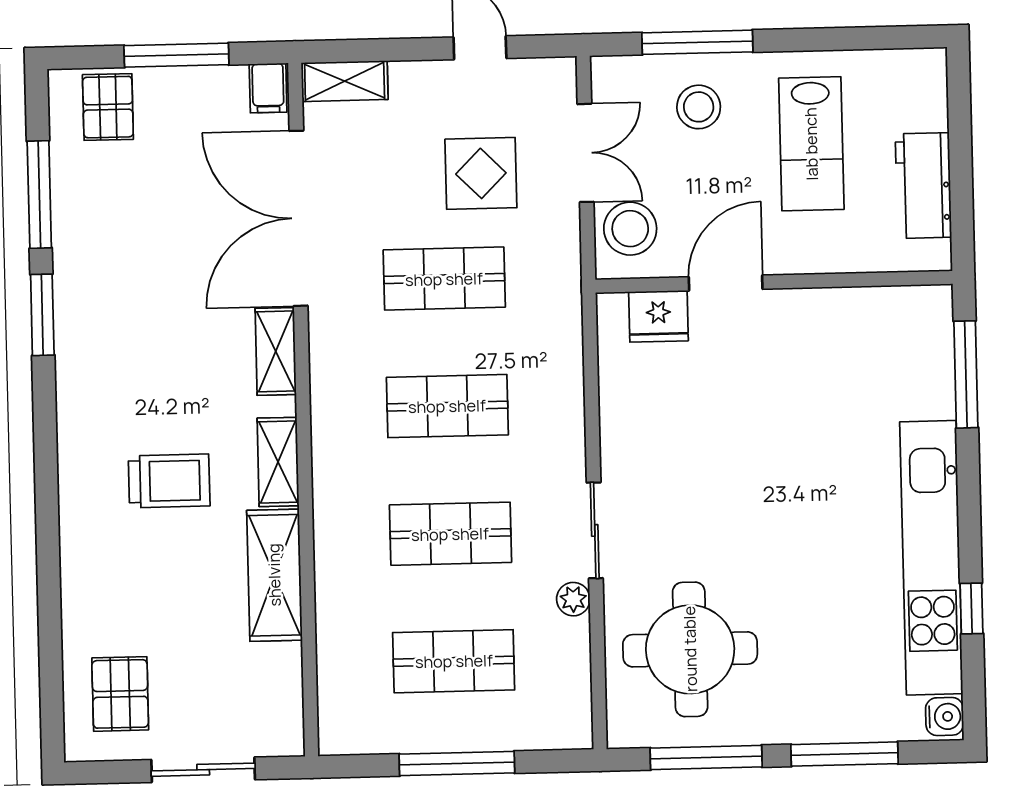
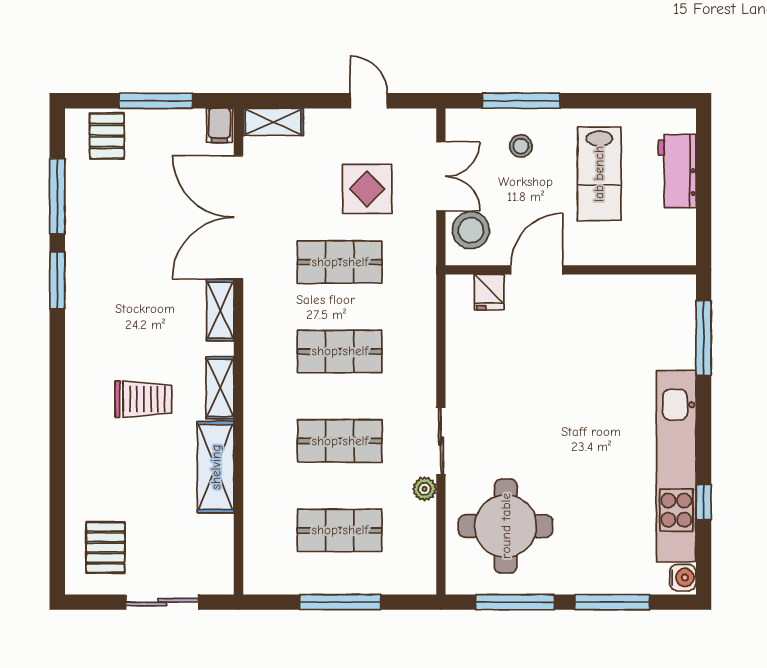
stool: (699, 107) -> (521, 146), width x0.73, depth x0.73
workbench: (923, 186) -> (677, 171), moved
fridge: (658, 316) -> (489, 292), width x0.72

